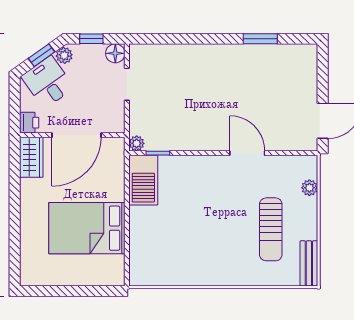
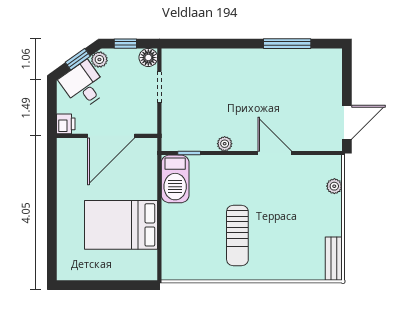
window: (260, 39) -> (287, 44), width x1.44
plant: (137, 143) -> (225, 144), moved
wardrobe: (31, 157) -> (68, 157), removed
sun lounger: (271, 229) -> (237, 236), moved

